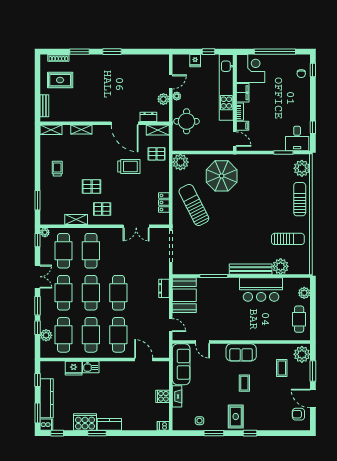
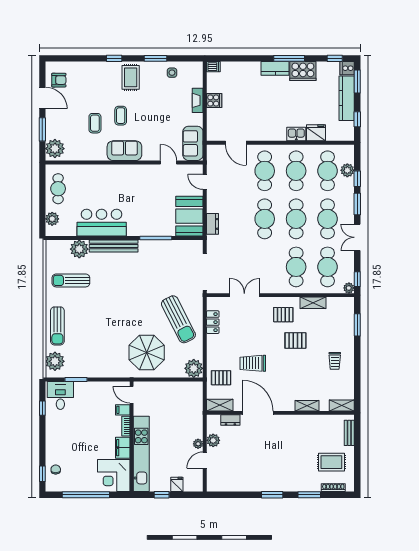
round table: (187, 121) -> (187, 415), removed
sofa: (181, 364) -> (193, 143), width x0.73
coffee table: (282, 368) -> (95, 123), moved
window: (97, 433) -> (289, 58), width x1.44

